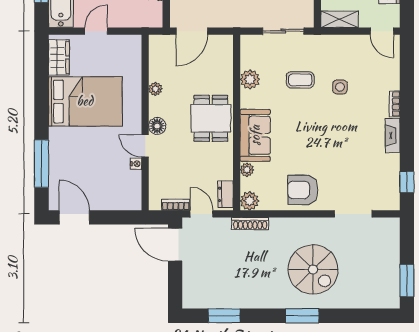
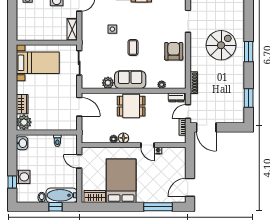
door: (96, 31) -> (79, 161), moved
door: (192, 31) -> (79, 107), moved
coffee table: (300, 80) -> (133, 48), moved
floor lamp: (157, 126) -> (123, 138), moved
sofa: (255, 135) -> (130, 80), moved
door: (145, 146) -> (147, 145), hinge flipped
armchair: (303, 190) -> (174, 51), turned 180
plant: (250, 201) -> (180, 83), removed
door: (175, 245) -> (206, 127), hinge flipped

